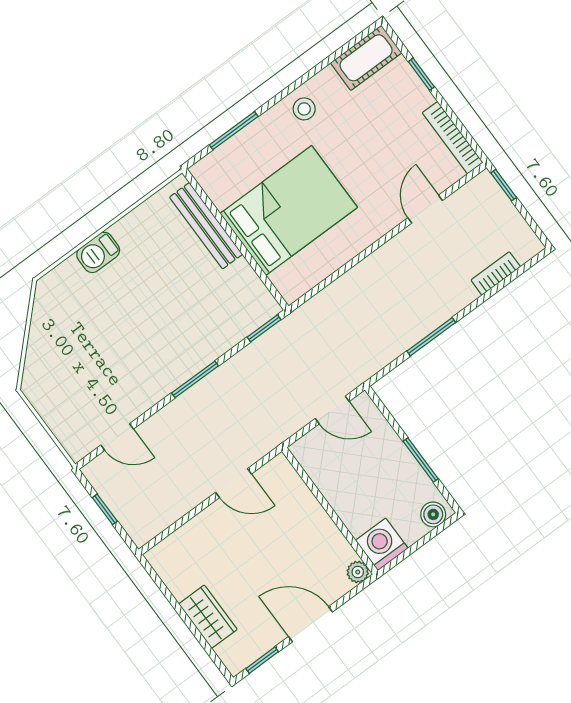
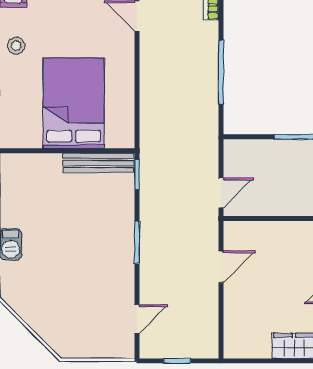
bench: (206, 226) -> (98, 163), moved
window: (431, 337) -> (221, 72), width x1.44
door: (332, 410) -> (221, 193), moved

